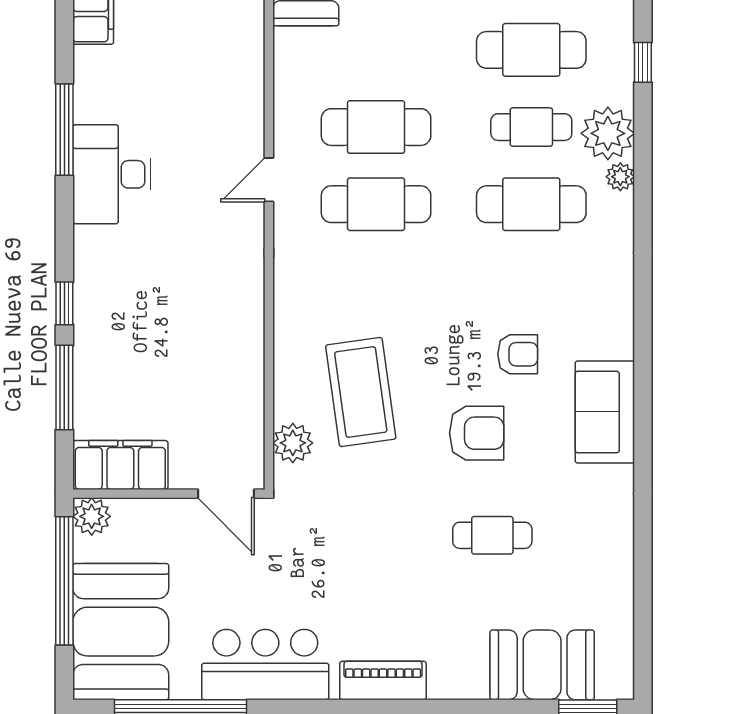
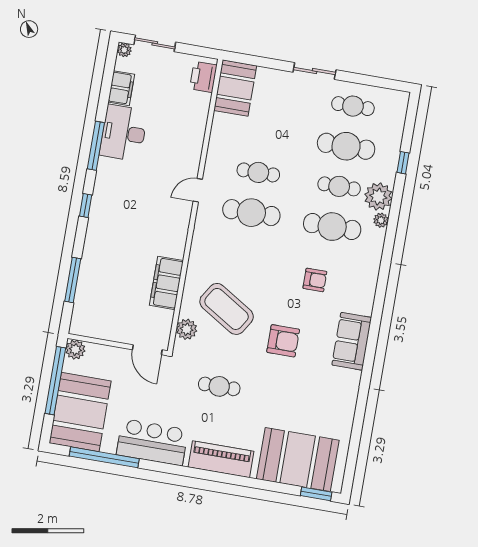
cafe table: (376, 127) -> (258, 172), width x0.73, depth x0.74
desk: (112, 174) -> (124, 133), moved
window: (64, 303) -> (86, 206), moved
armchair: (518, 354) -> (315, 280), moved
coffee table: (361, 392) -> (227, 309), turned -50
filing cabinet: (120, 465) -> (166, 283), moved, turned -90
cafe table: (492, 535) -> (219, 386), moved
booth: (542, 665) -> (298, 460), width x1.36, depth x1.42
piano: (383, 680) -> (221, 459), width x1.37, depth x1.33

